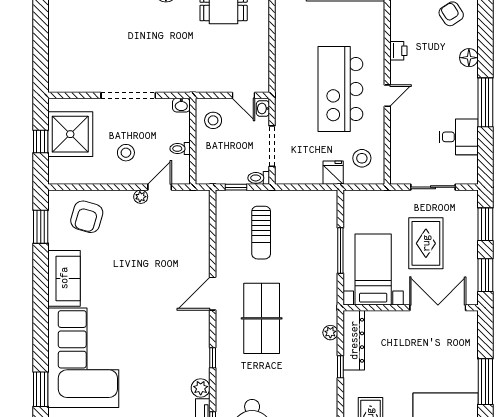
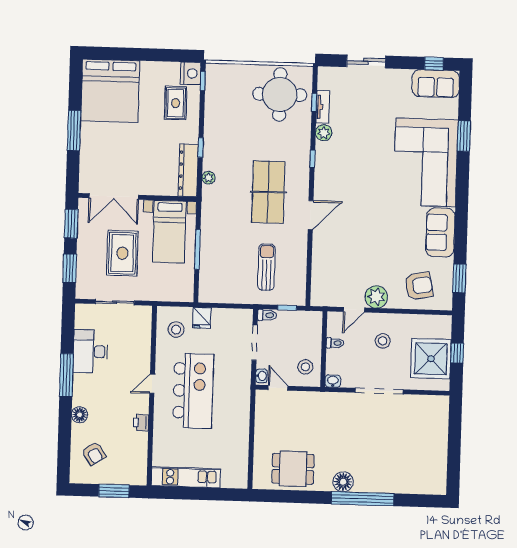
desk: (459, 137) -> (90, 351), width x1.37
plant: (141, 197) -> (376, 297), width x1.87, depth x1.87
armchair: (87, 217) -> (419, 286), turned 63

